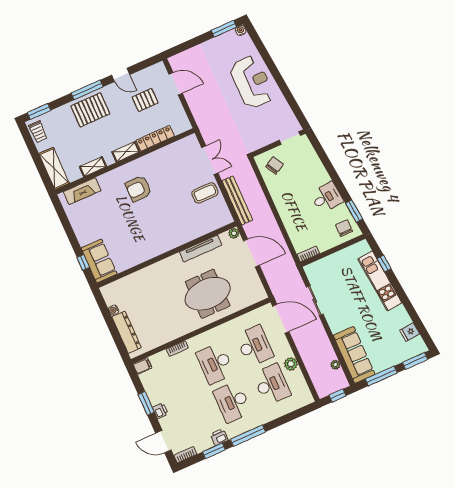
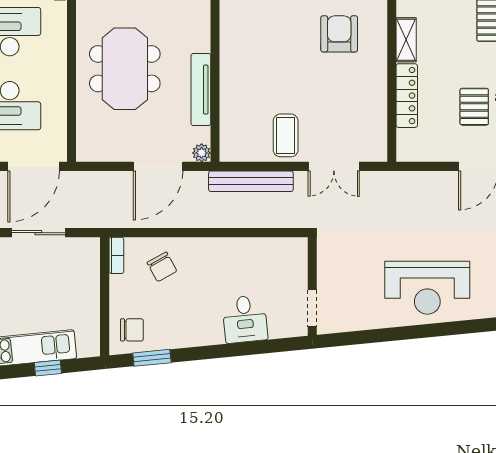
chair: (275, 165) -> (162, 267), moved
desk: (327, 198) -> (245, 319), moved

